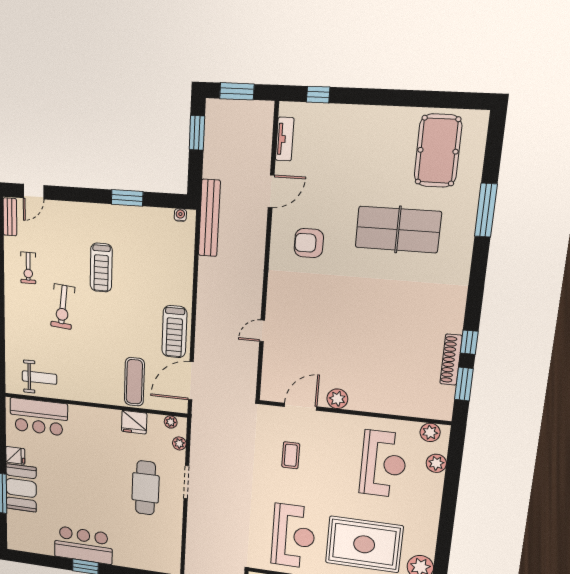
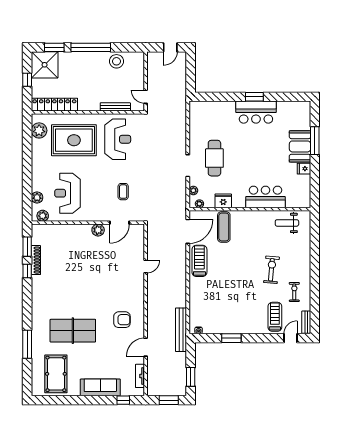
sofa: (358, 121) -> (100, 387), added
treadmill: (101, 268) -> (275, 317), moved
bar counter: (39, 417) -> (265, 197), moved
reception desk: (293, 536) -> (118, 139), turned 180

